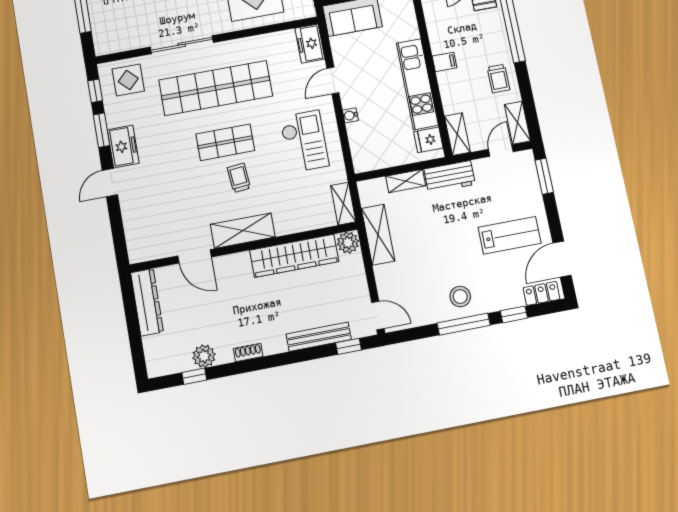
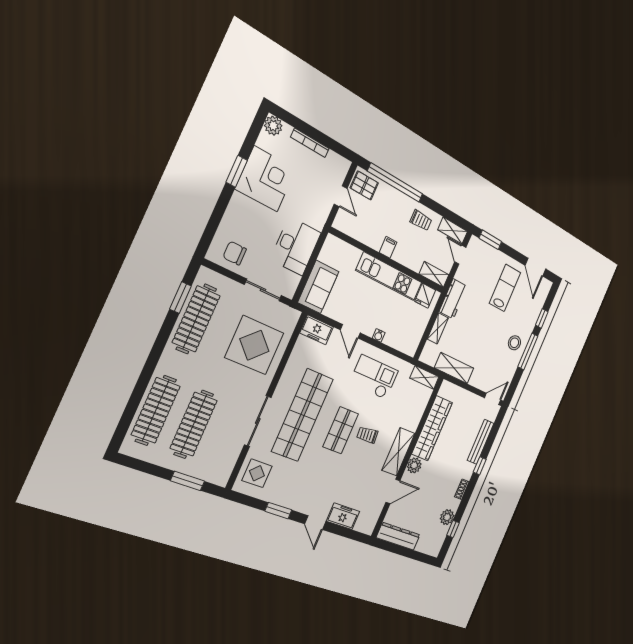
window: (95, 91) -> (249, 501), removed
freezer: (123, 146) -> (343, 516), moved
plant: (348, 243) -> (414, 465), moved
locker: (542, 293) -> (543, 294), removed
window: (349, 346) -> (480, 466), moved

